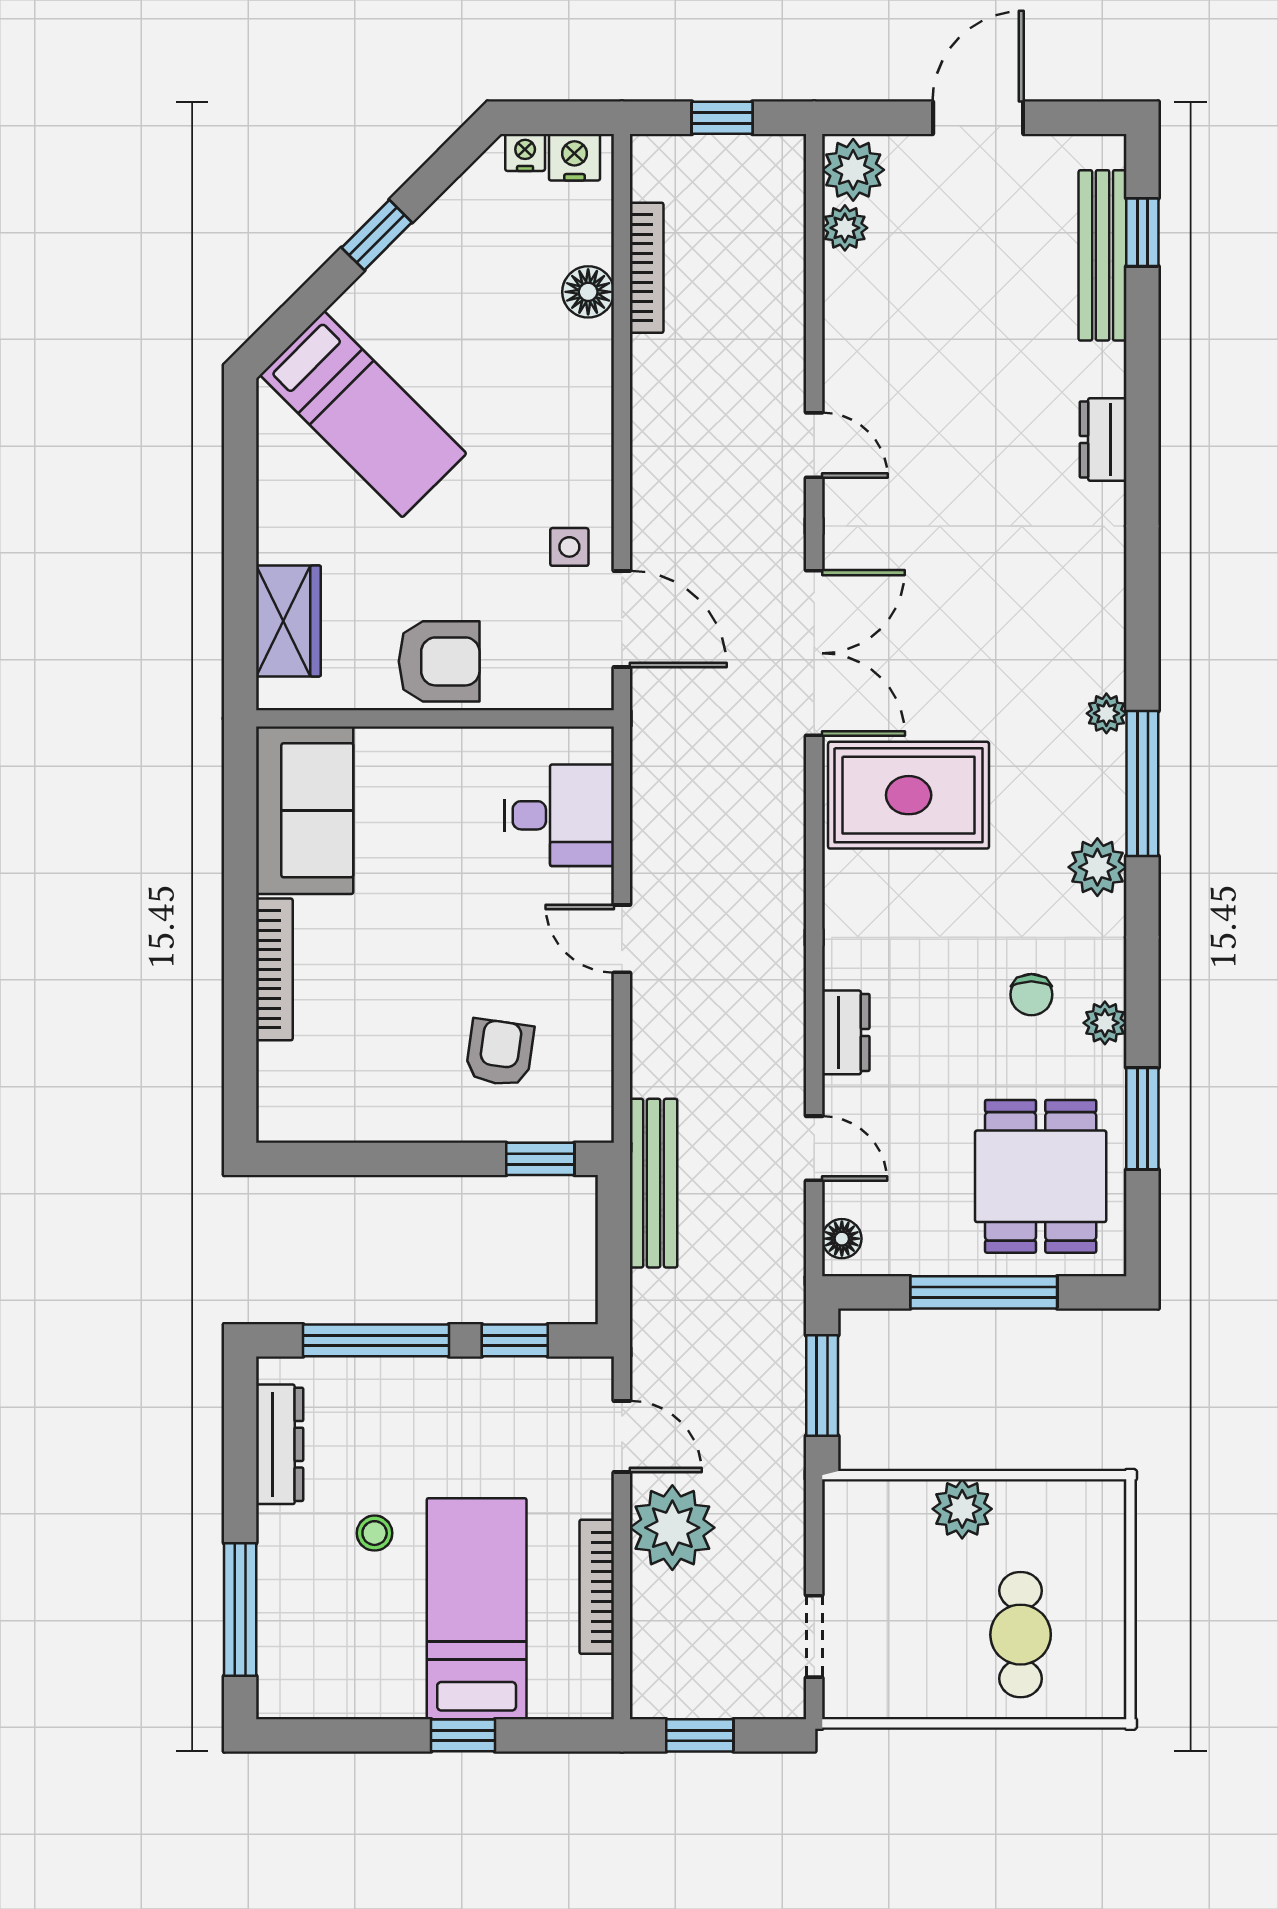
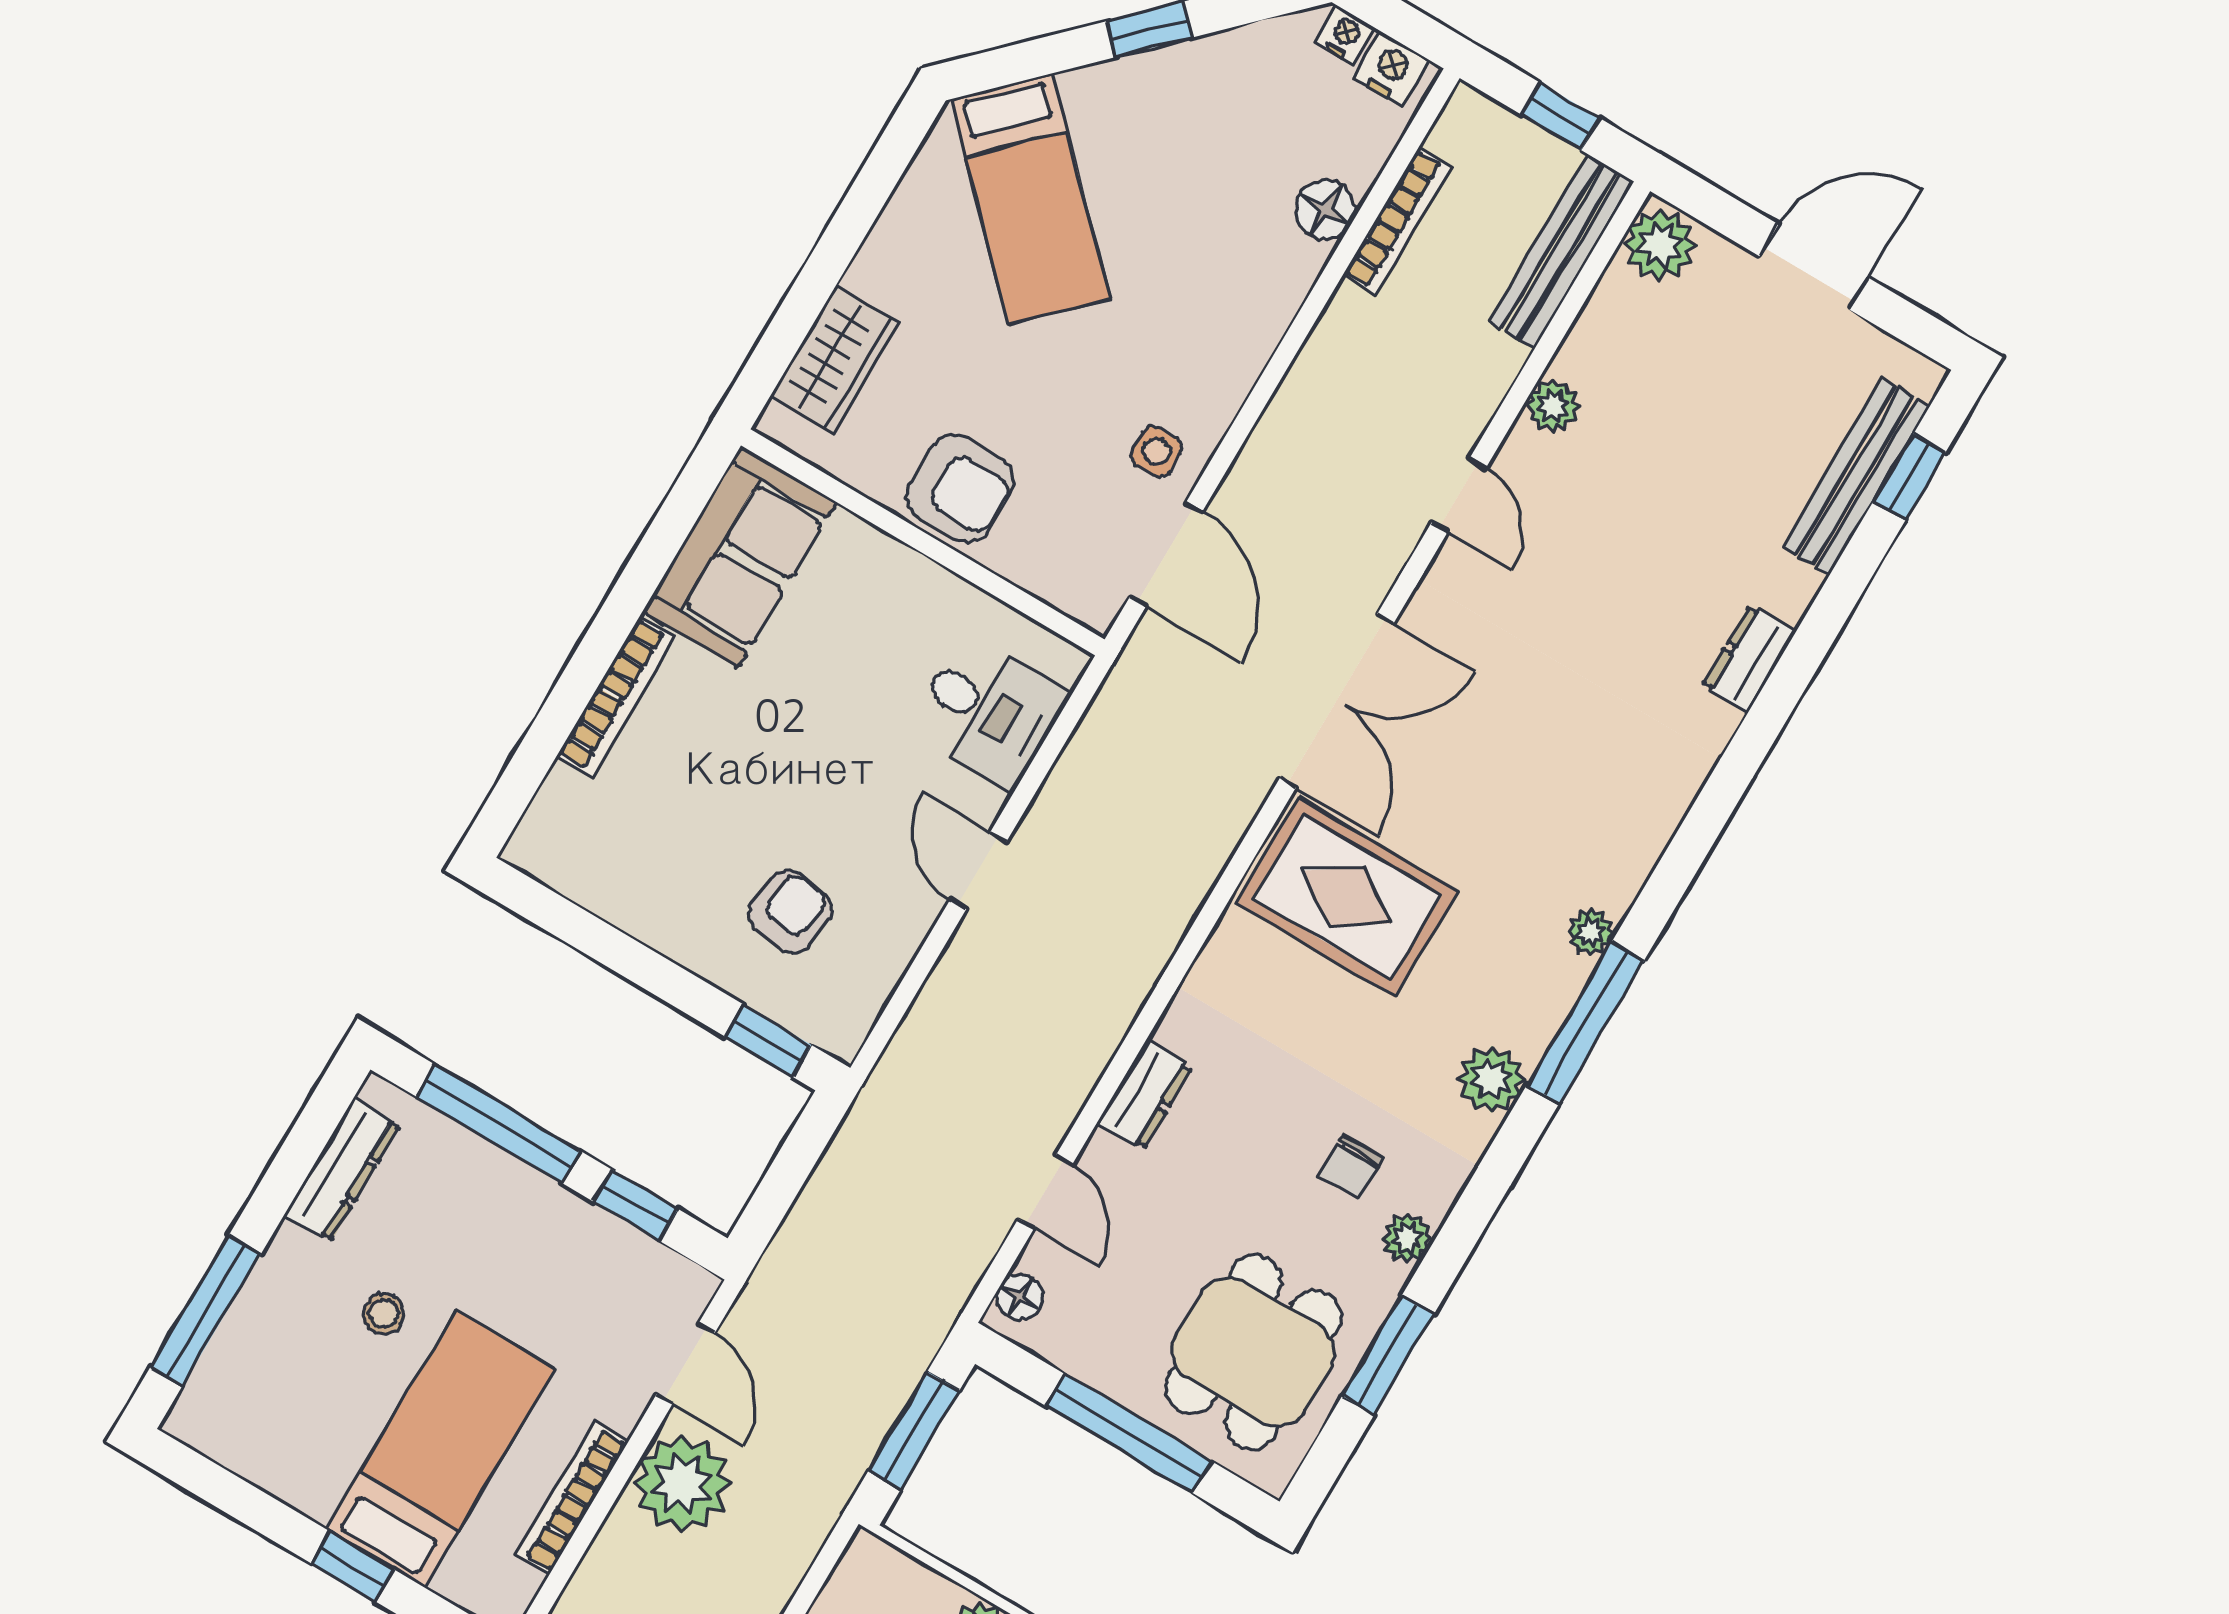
plant: (845, 228) -> (1553, 406), moved
bench: (654, 1183) -> (1561, 251), moved

